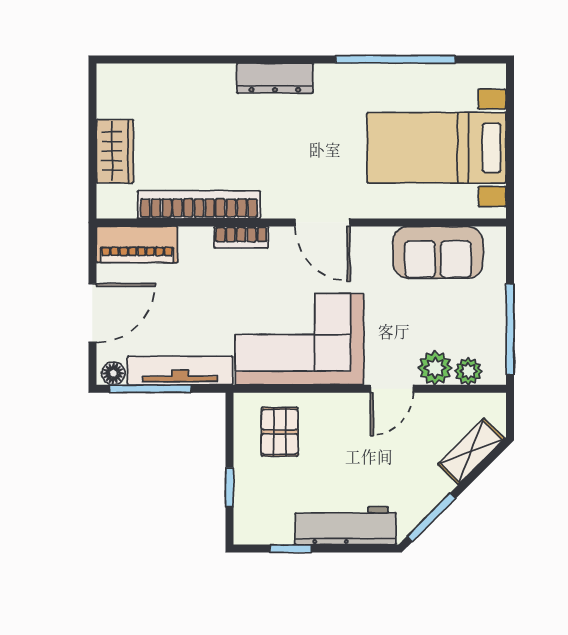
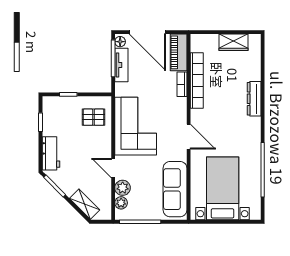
dresser: (275, 78) -> (254, 99), moved
wardrobe: (115, 151) -> (234, 42), moved
door: (323, 222) -> (189, 137), swing flipped
bookcase: (241, 237) -> (182, 84), moved
sofa: (438, 252) -> (175, 189), width x1.36
door: (92, 313) -> (147, 32), width x1.36
tv unit: (180, 371) -> (121, 65), width x0.71
workbench: (346, 526) -> (51, 153), width x0.73

